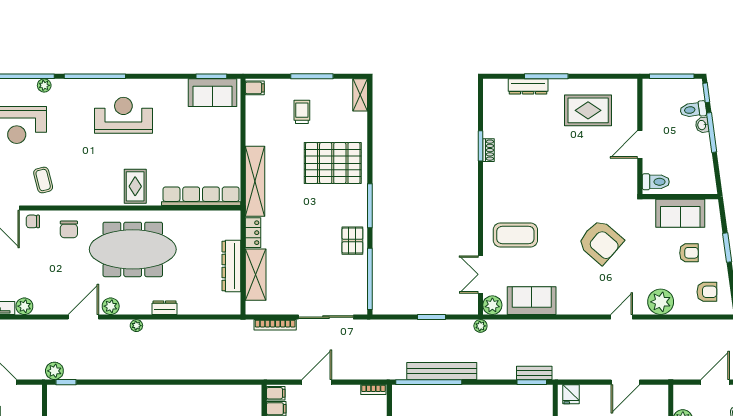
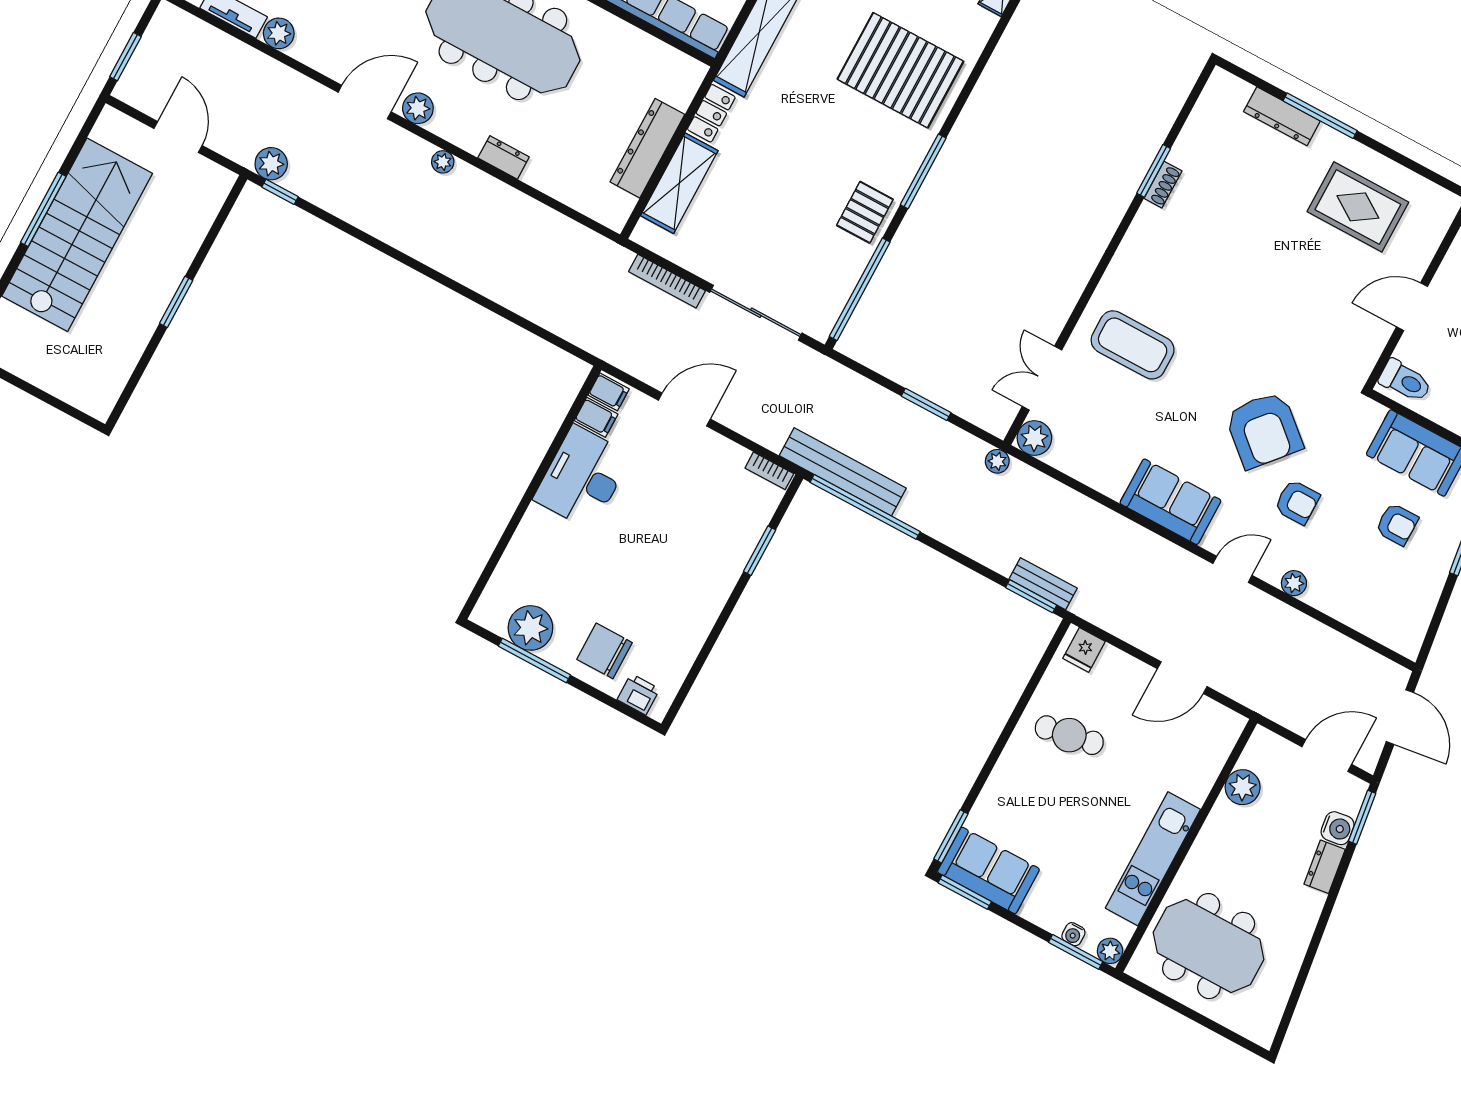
armchair: (707, 292) -> (1297, 502), moved
sofa: (532, 301) -> (1170, 502), moved
plant: (661, 302) -> (1294, 583), width x0.53, depth x0.53
bench: (442, 371) -> (843, 472), moved

